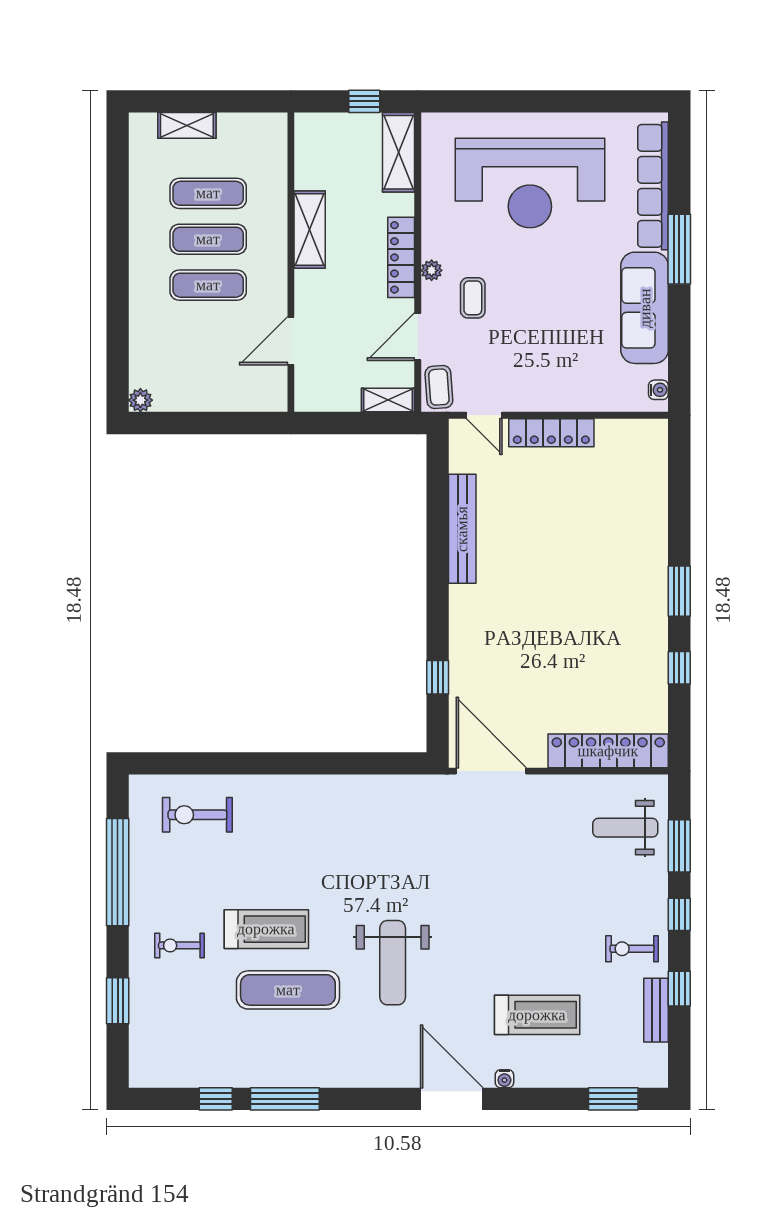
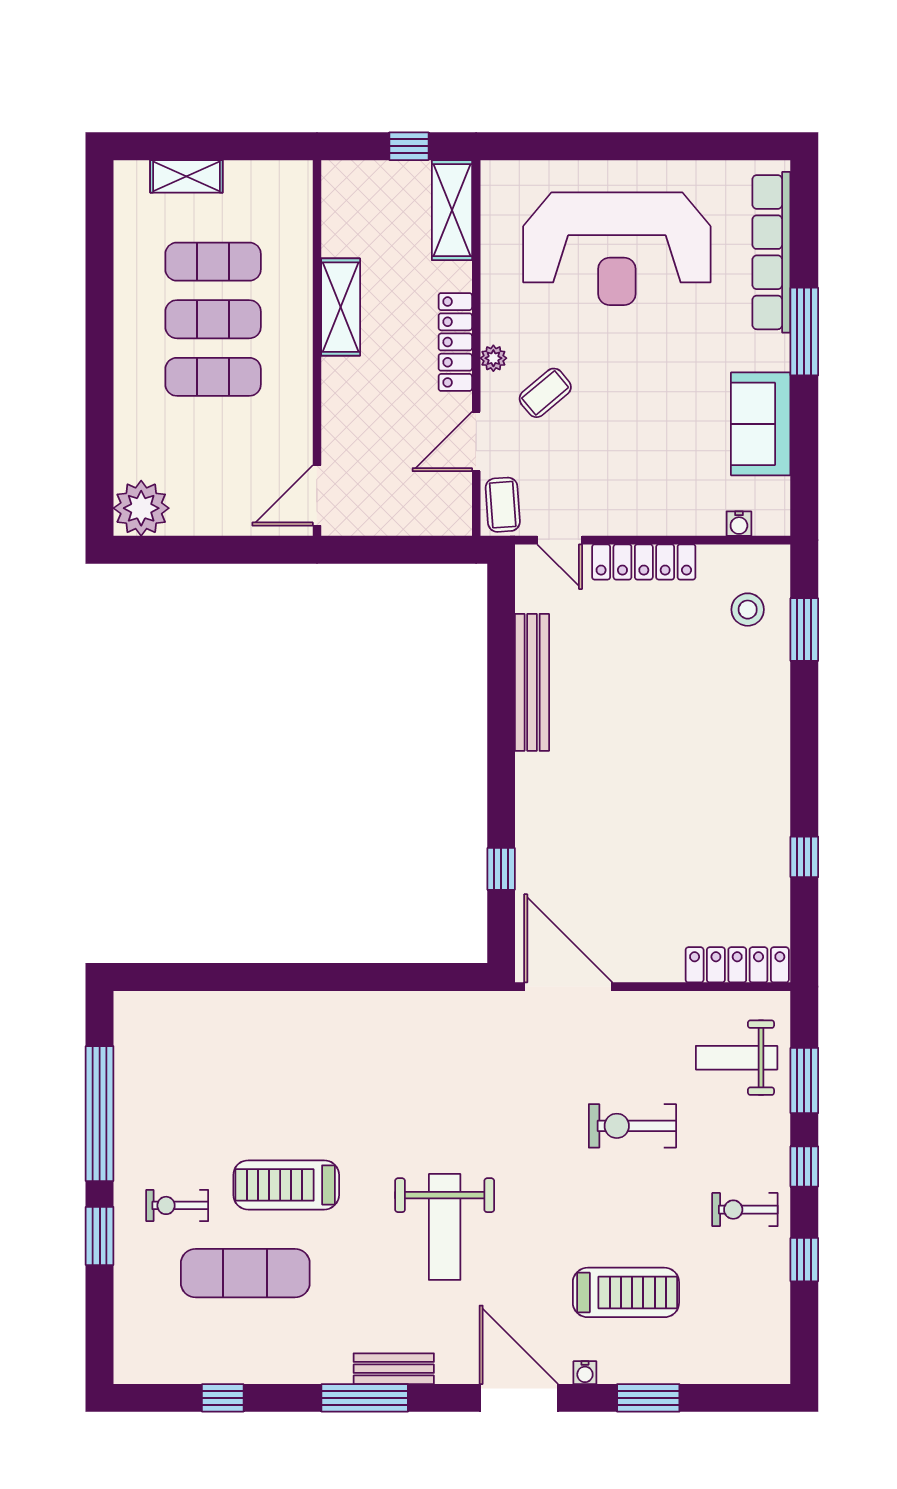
coffee table: (473, 298) -> (545, 393), turned 50
sofa: (645, 308) -> (761, 424), width x0.73
door: (291, 341) -> (317, 495), moved
water cooler: (658, 390) -> (739, 524), moved, turned 90
plant: (140, 400) -> (141, 508), width x1.87, depth x1.87
shelving: (388, 400) -> (439, 521), removed
stool: (634, 471) -> (748, 610), added
window: (679, 591) -> (804, 630), moved
locker: (608, 751) -> (737, 965), width x0.71, depth x0.83
exercise bike: (197, 815) -> (632, 1126), moved
treadmill: (266, 929) -> (286, 1185), turned 180
exercise mat: (288, 990) -> (245, 1273), moved
window: (118, 1001) -> (100, 1236), moved
bench: (656, 1010) -> (394, 1369), moved, turned 90
window: (285, 1099) -> (365, 1398), moved
window: (613, 1099) -> (648, 1398), moved

